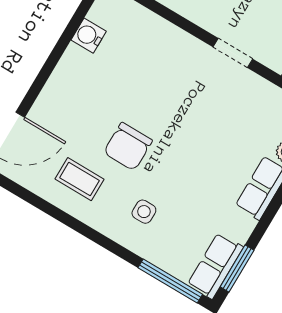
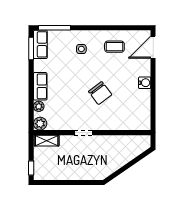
water cooler: (89, 36) -> (145, 83), moved
chair: (128, 147) -> (100, 93), moved, turned 143

